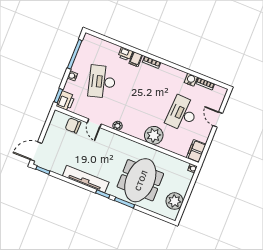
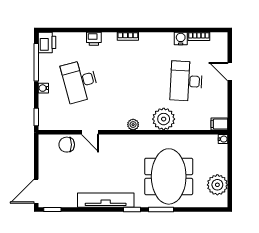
filing cabinet: (136, 59) -> (108, 40), removed
printer: (66, 101) -> (47, 42), moved
plant: (118, 126) -> (133, 125), moved
filing cabinet: (196, 151) -> (219, 124), width x0.50

